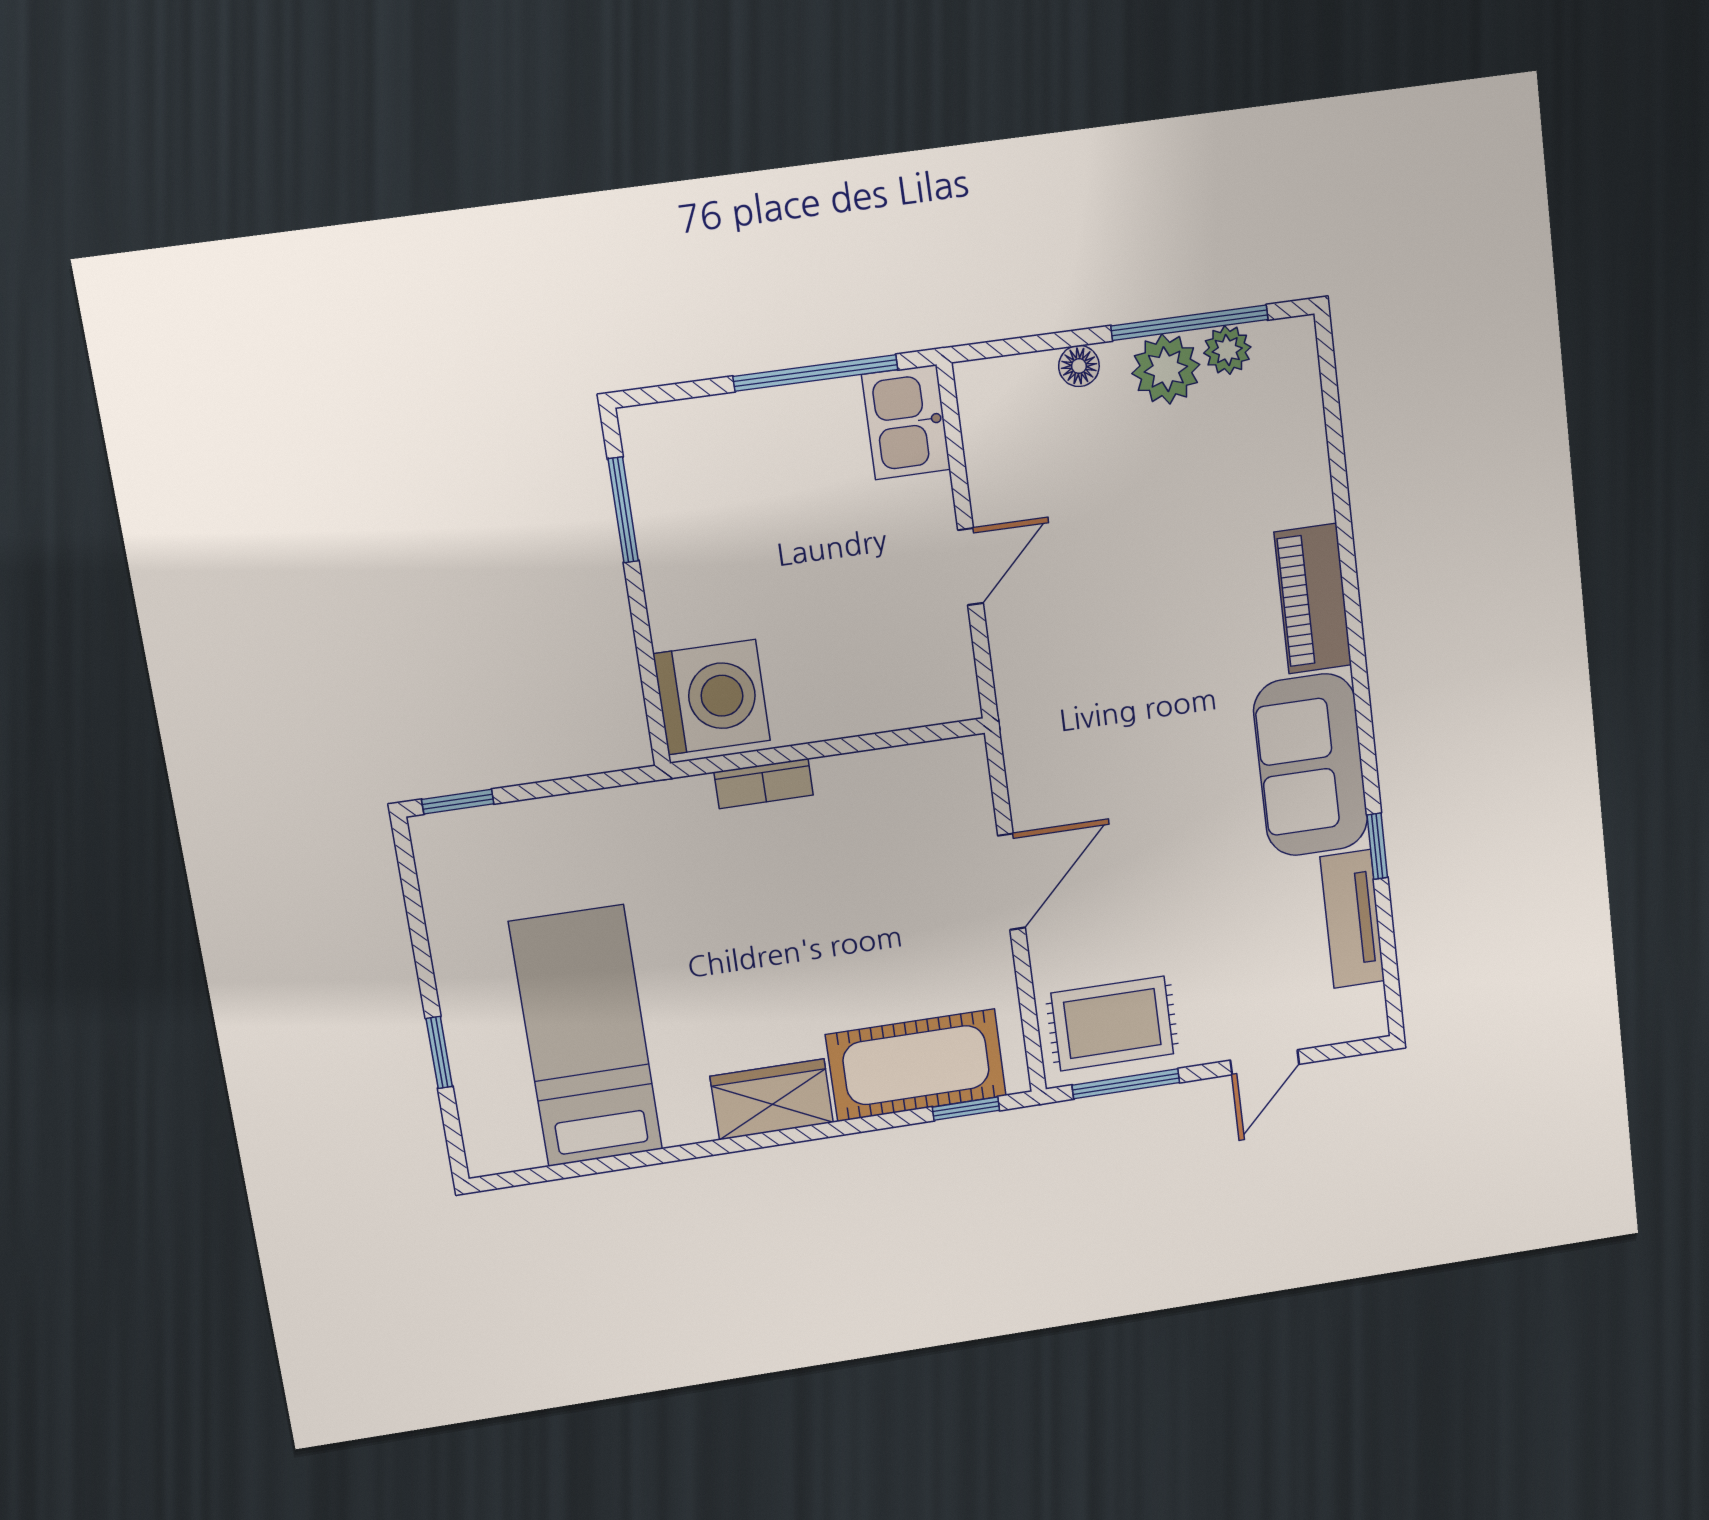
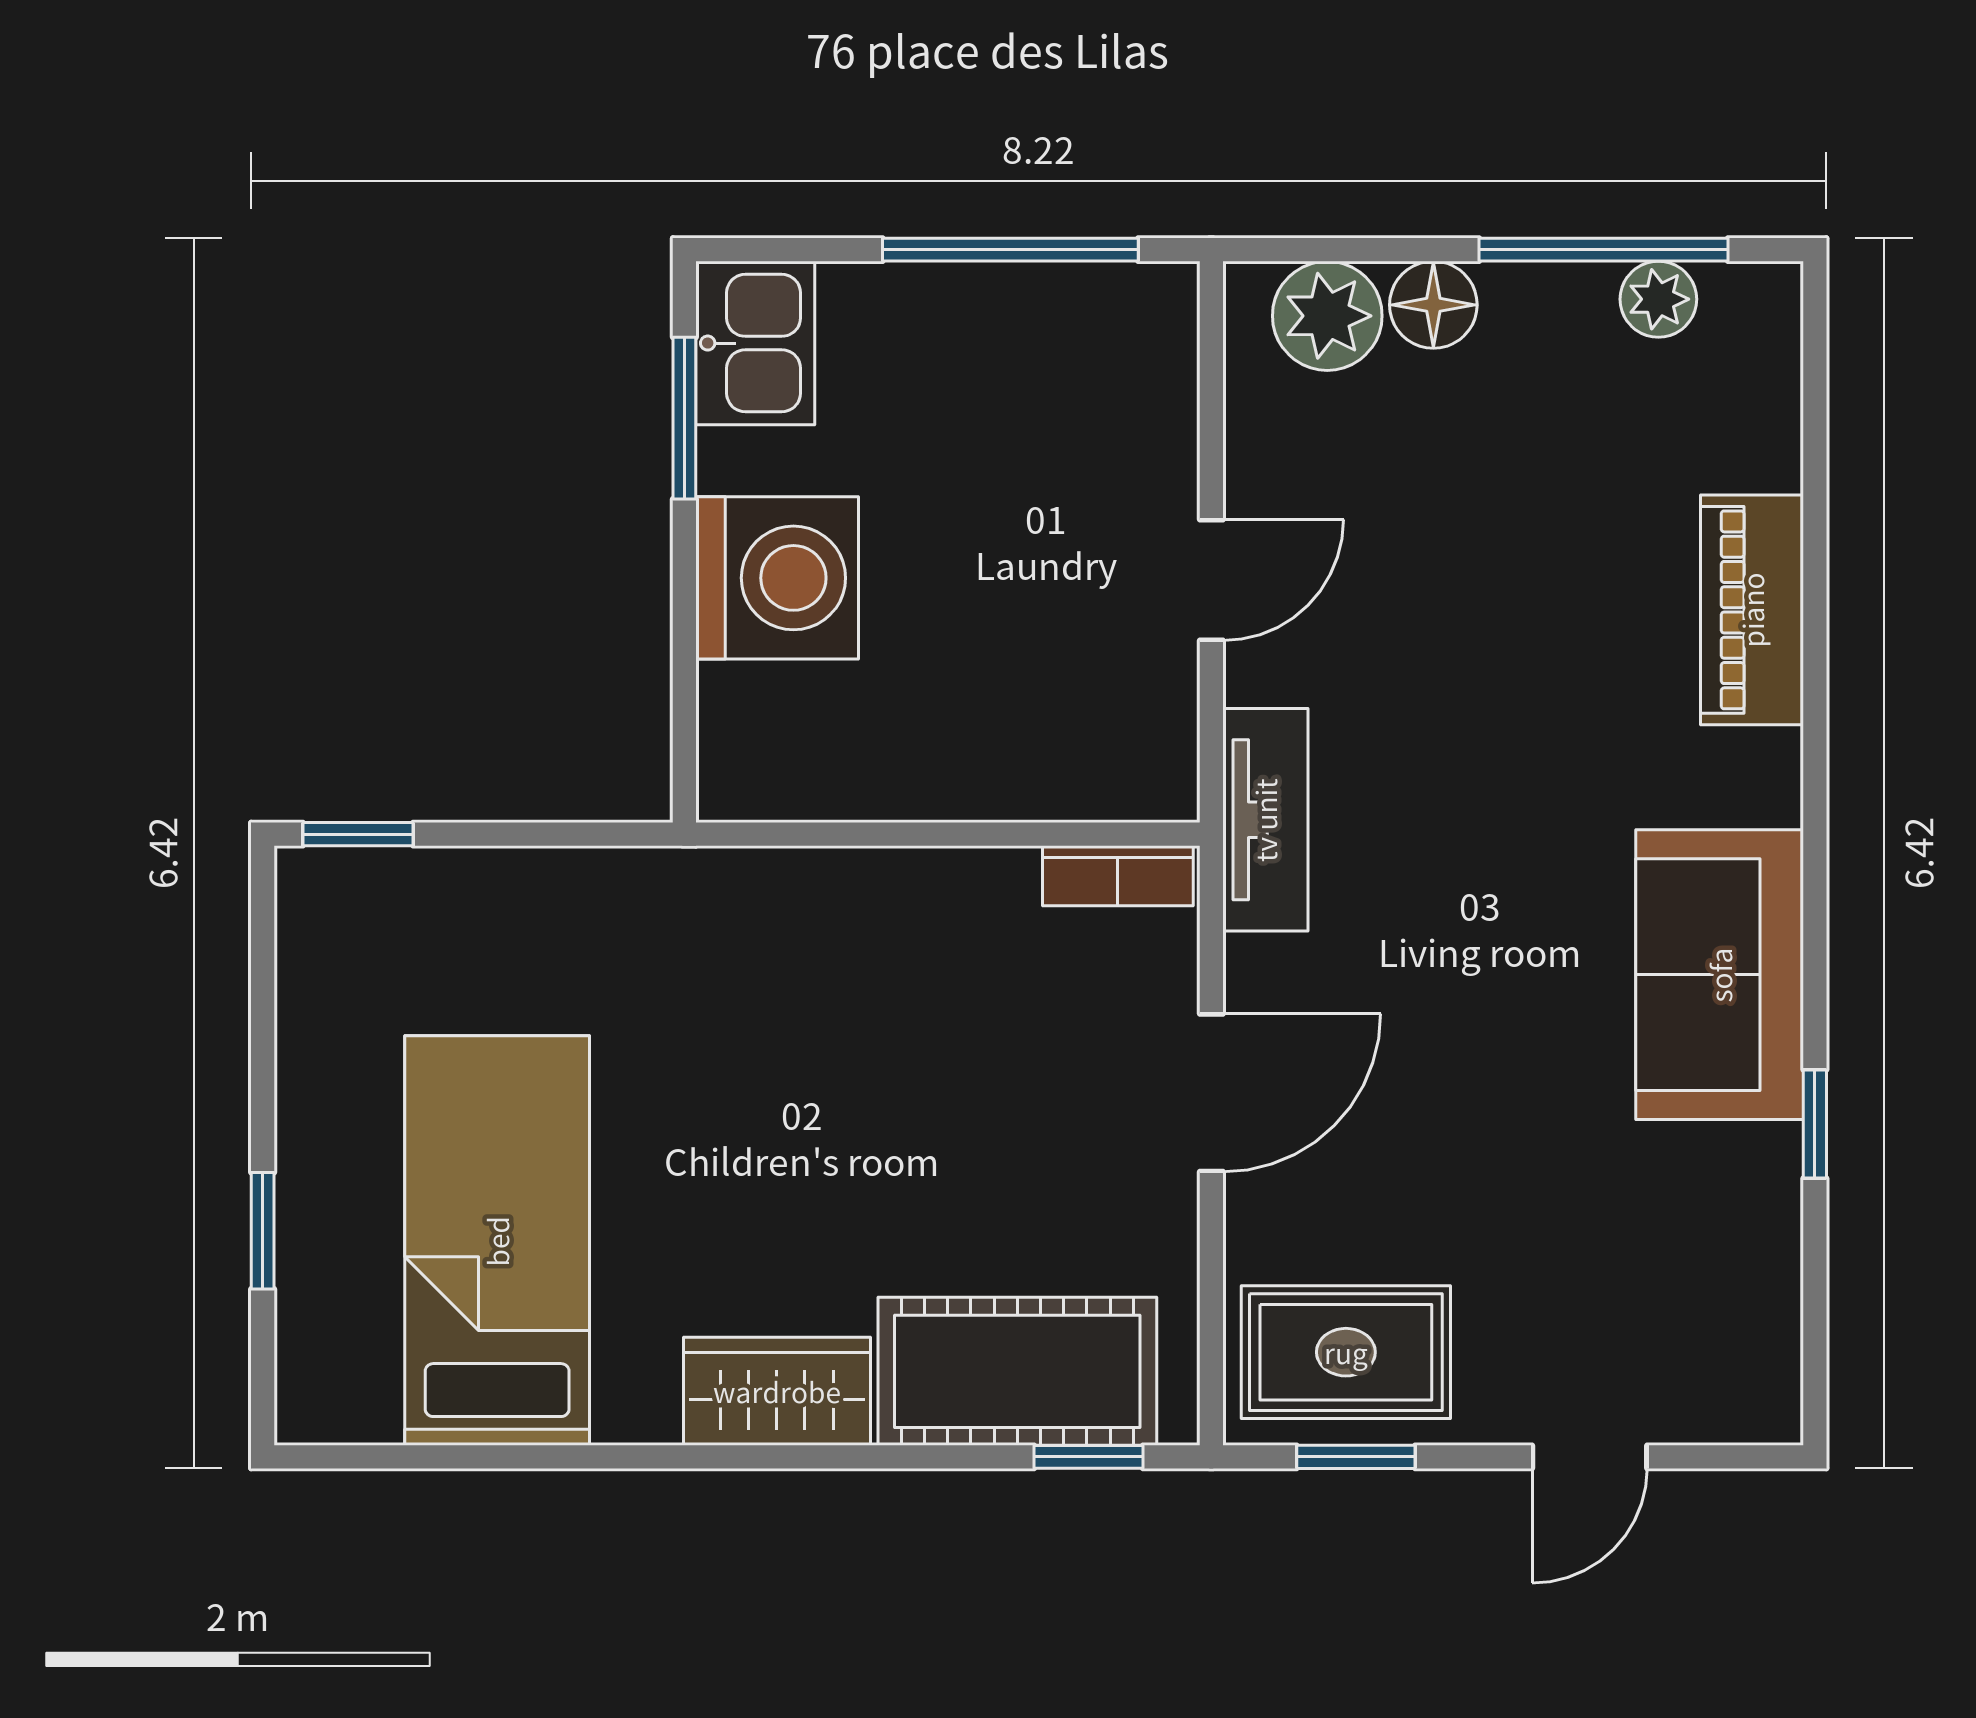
floor lamp: (1079, 366) -> (1433, 305), width x1.37, depth x1.37
plant: (1166, 369) -> (1327, 316), moved
kitchen sink: (906, 422) -> (755, 343), moved, turned 180
piano: (1313, 599) -> (1752, 610), moved
washing machine: (712, 697) -> (777, 578), moved
bookcase: (764, 784) -> (1118, 876), moved
tv unit: (1352, 919) -> (1265, 820), moved, turned 180
window: (1126, 1084) -> (1356, 1457), width x0.67

